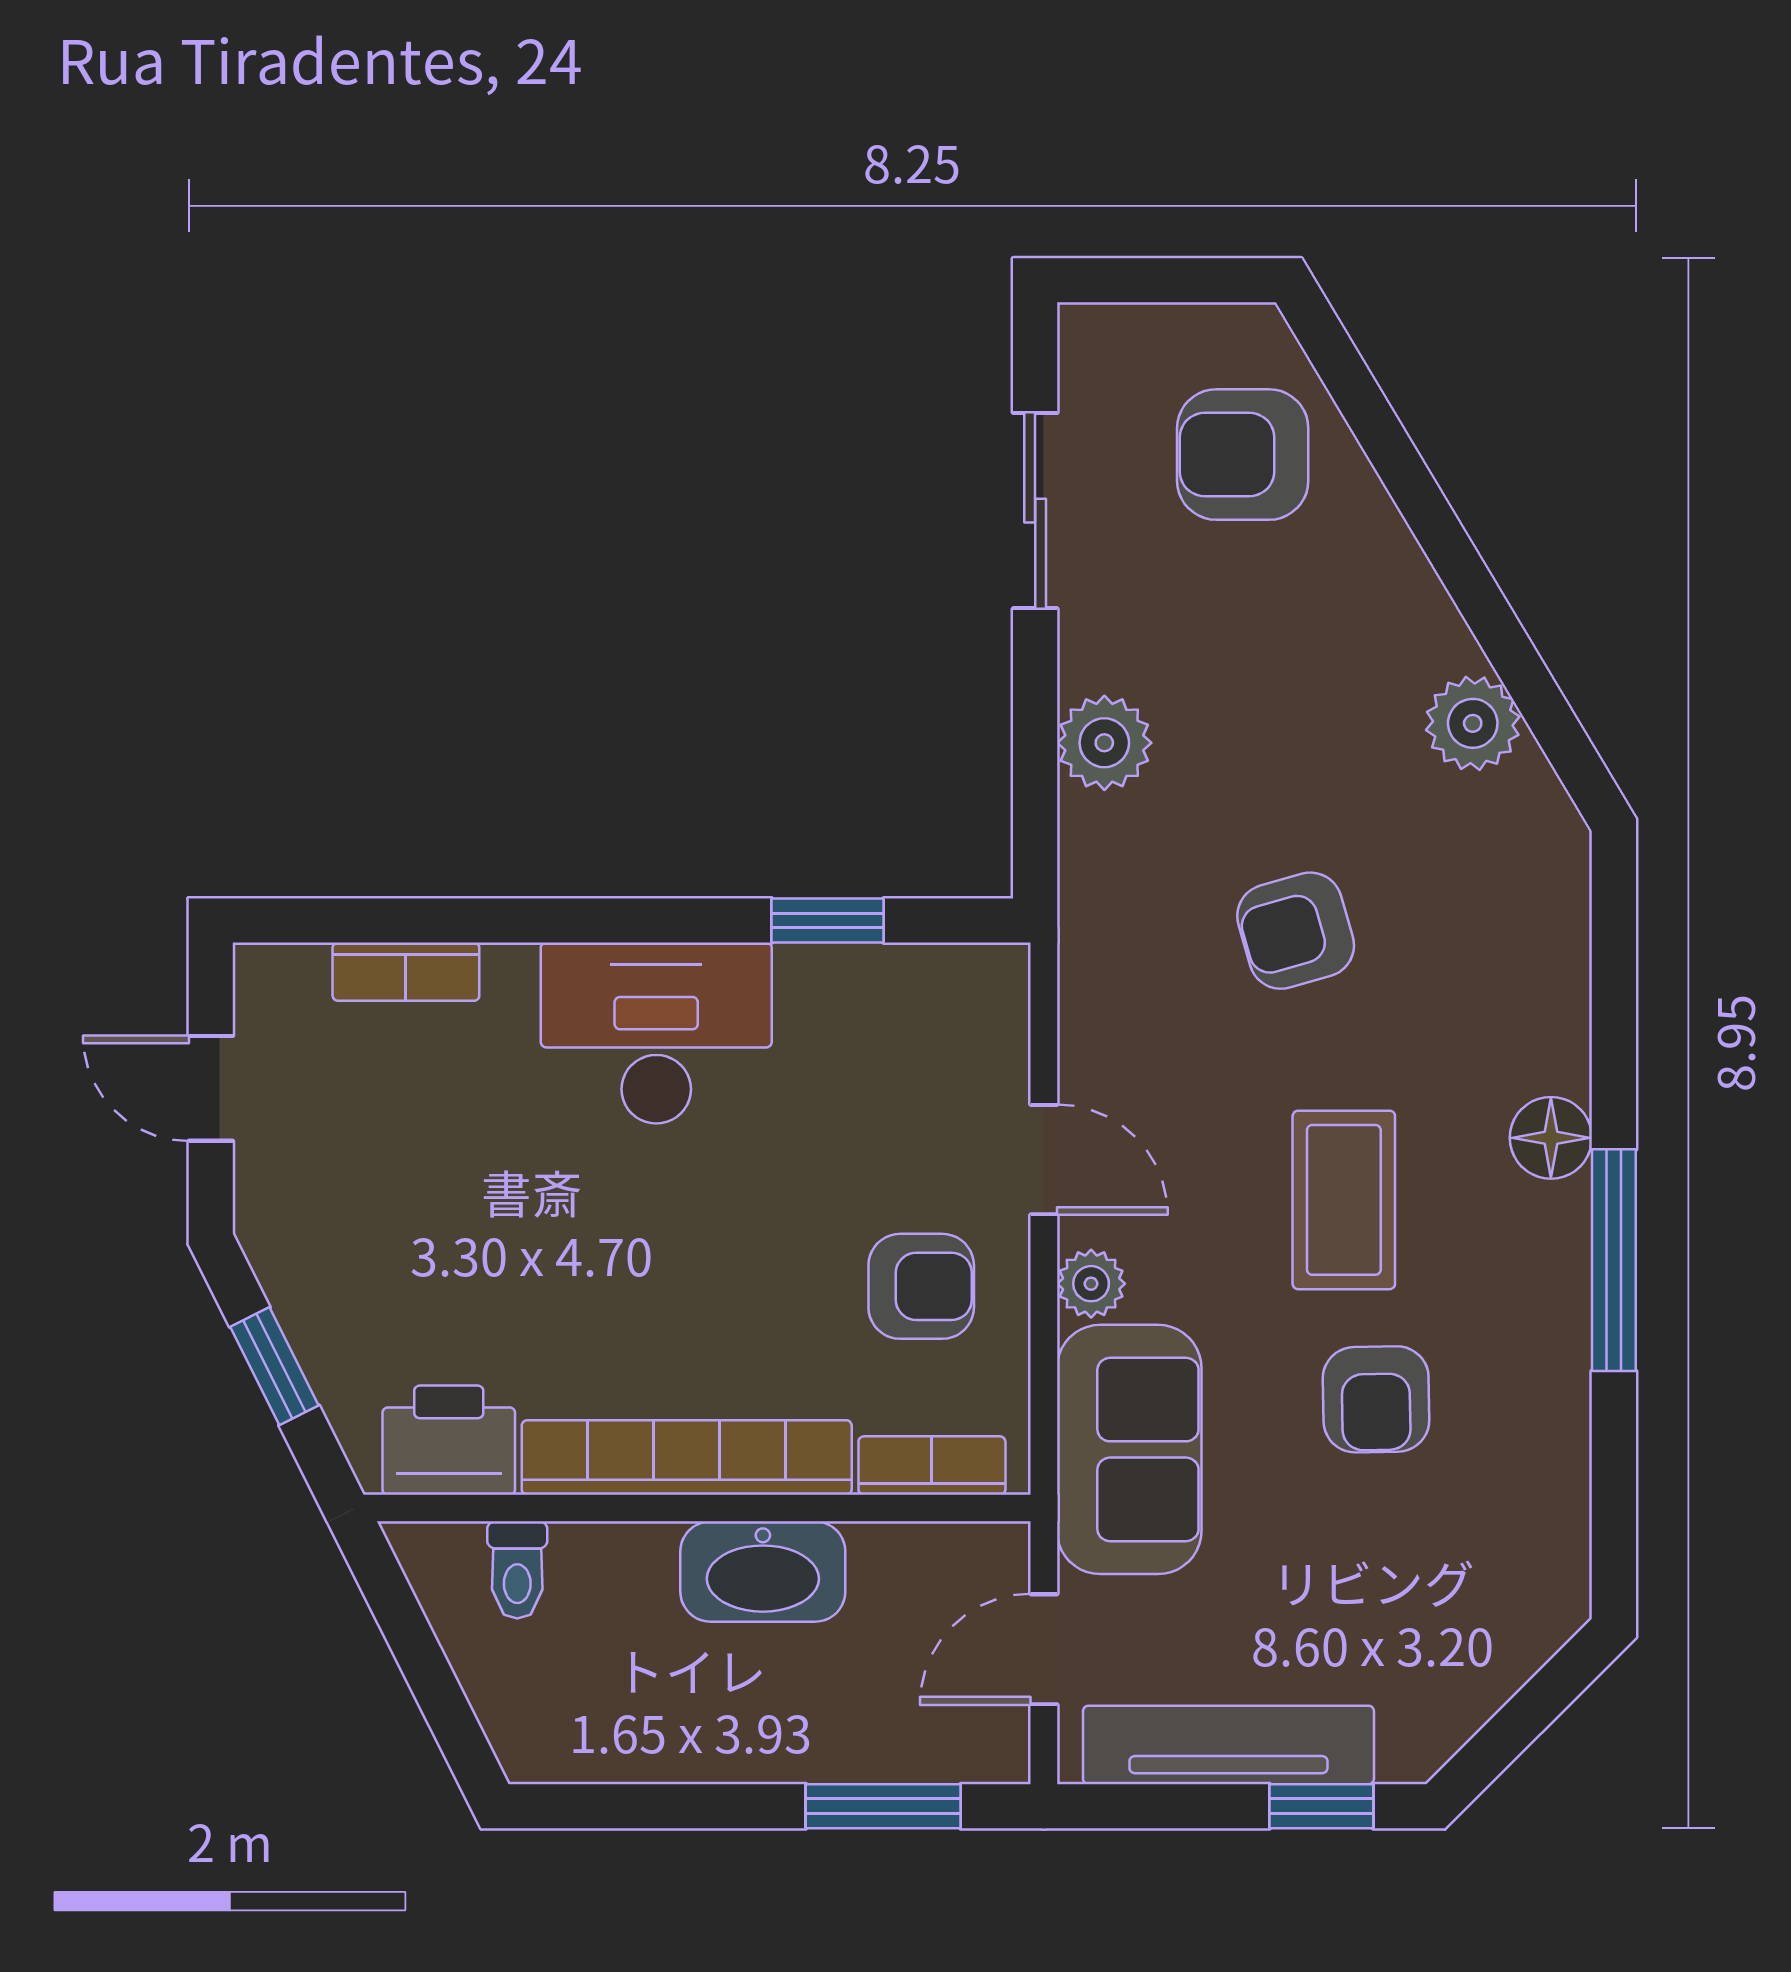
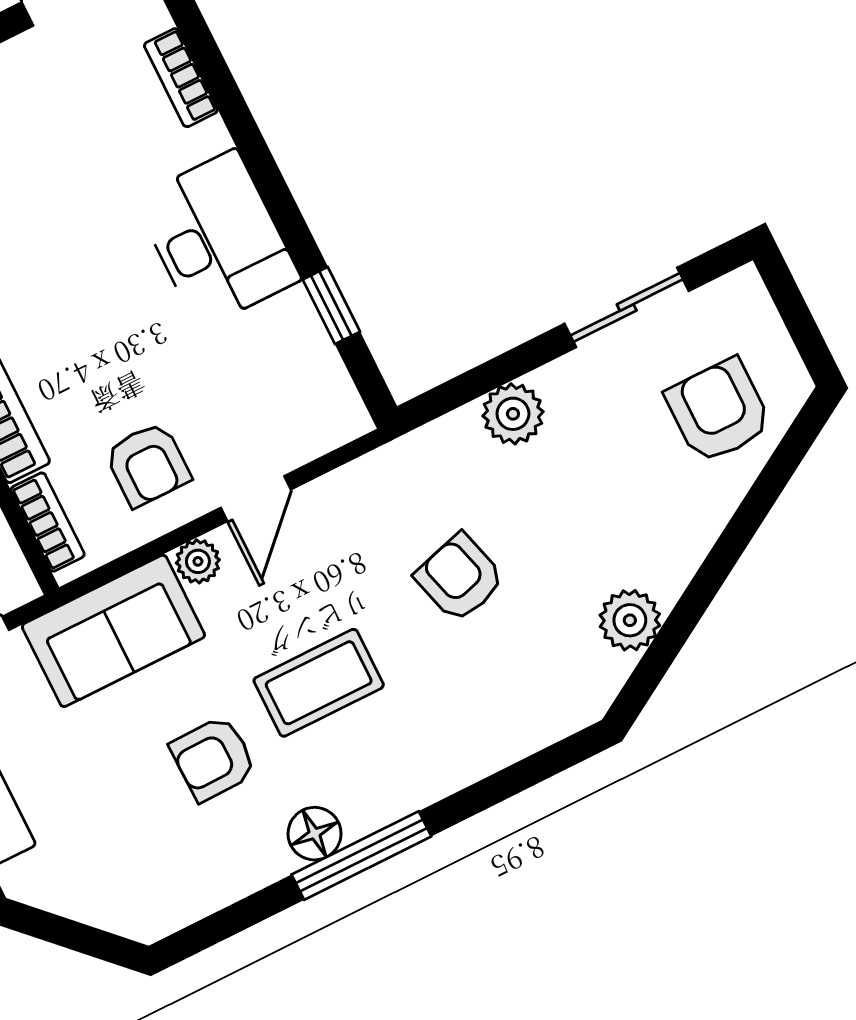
floor lamp: (1551, 1138) -> (315, 834), moved

